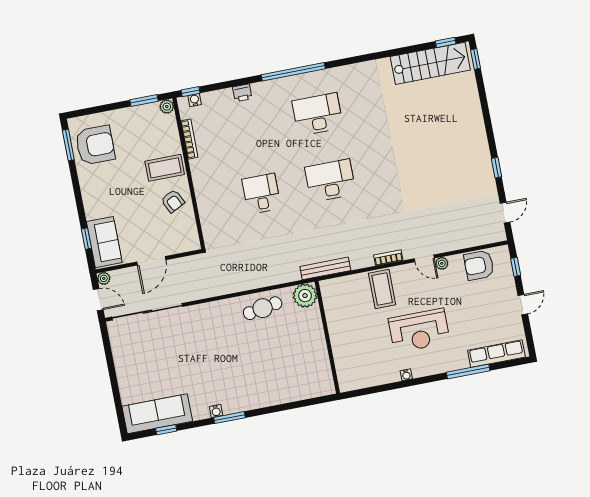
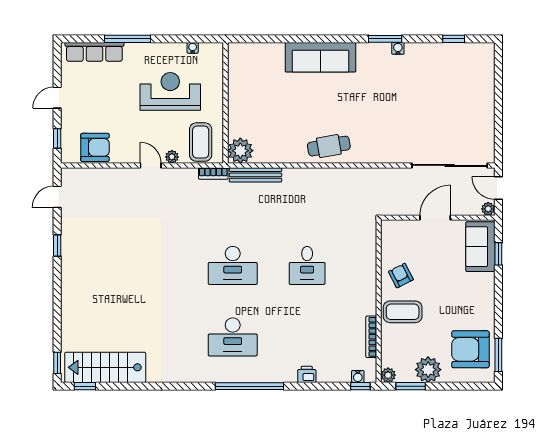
plant: (131, 119) -> (428, 370), added
bookcase: (388, 258) -> (213, 173), moved
plant: (442, 263) -> (172, 157), moved
plant: (305, 296) -> (240, 151), moved
wall: (327, 337) -> (226, 103), moved
sofa: (157, 414) -> (320, 57), moved

